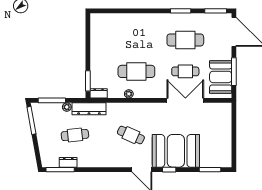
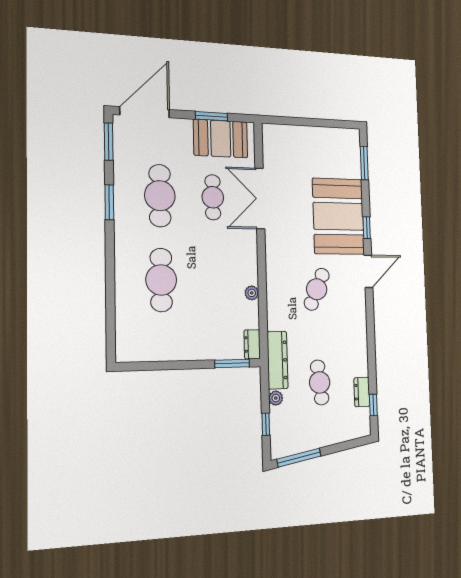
cafe table: (136, 71) -> (161, 280), moved
window: (234, 72) -> (211, 116), width x0.69
window: (52, 100) -> (266, 424), width x0.46
window: (60, 170) -> (373, 405), width x0.46

